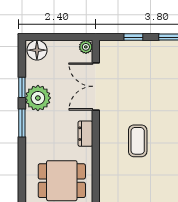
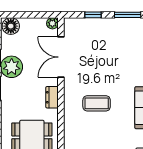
coffee table: (138, 141) -> (97, 103), turned 90

